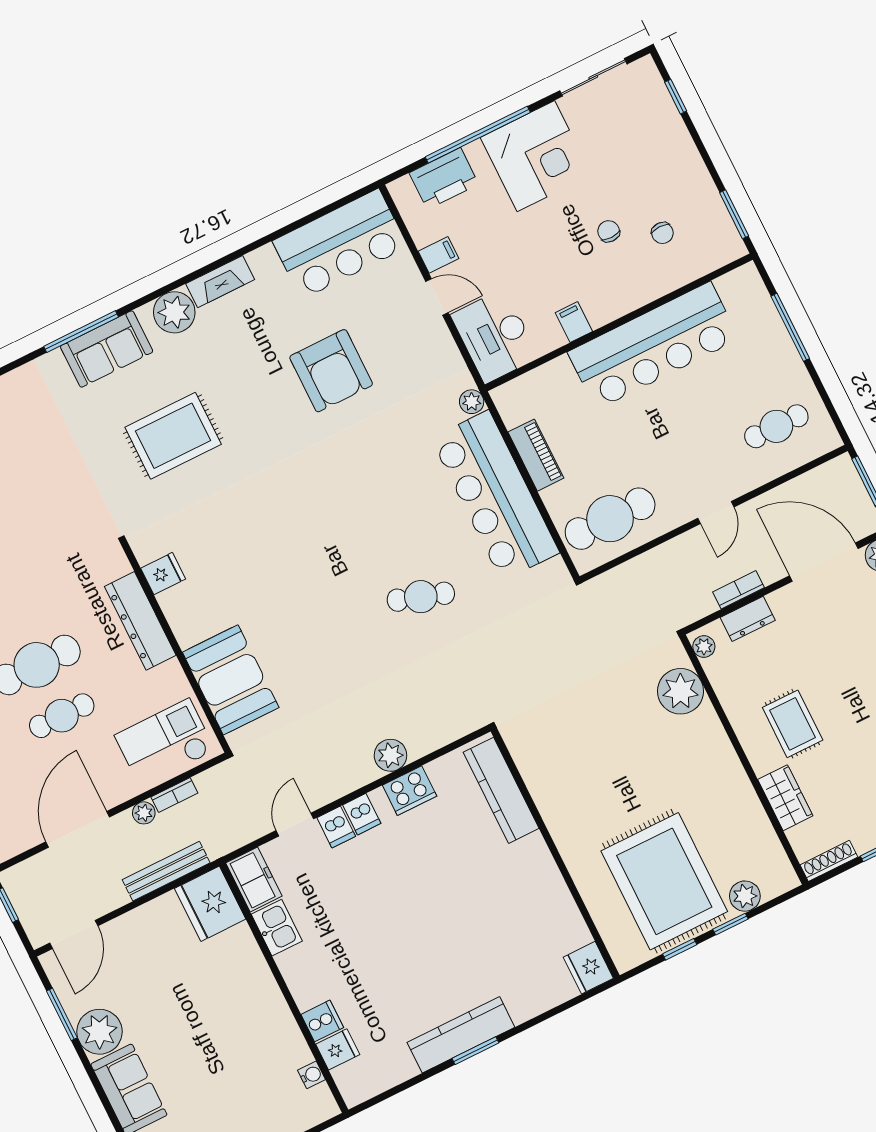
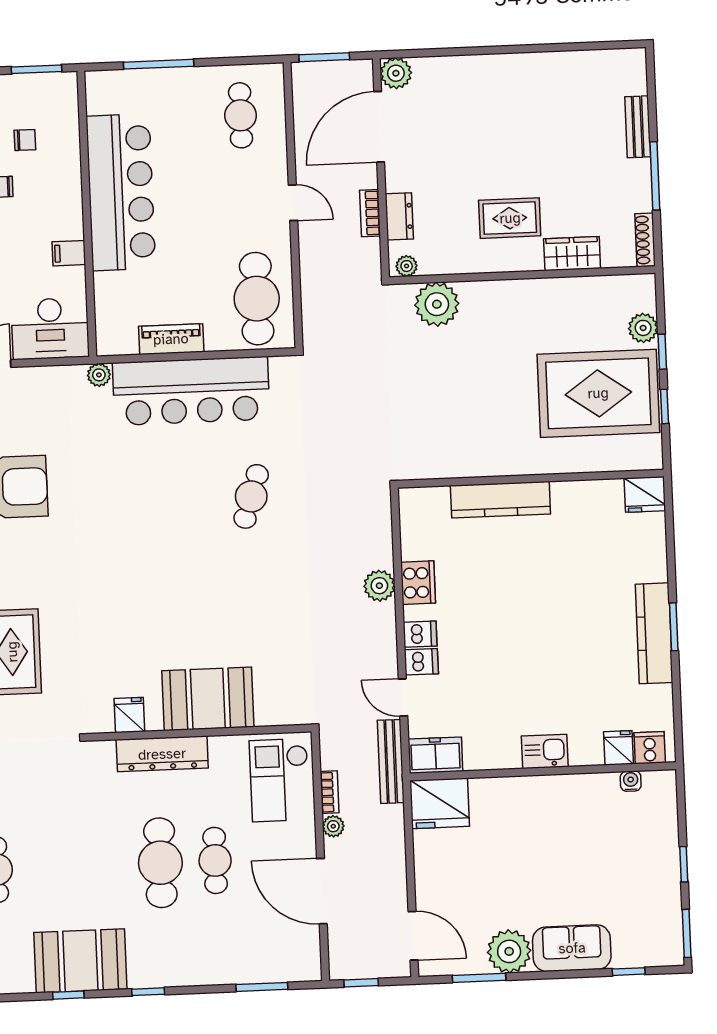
booth: (231, 680) -> (208, 699), moved
kitchen counter: (501, 790) -> (500, 500), moved
bench: (166, 871) -> (391, 761), moved
kitchen sink: (277, 928) -> (545, 751), moved
cooker: (322, 1021) -> (650, 748), moved

